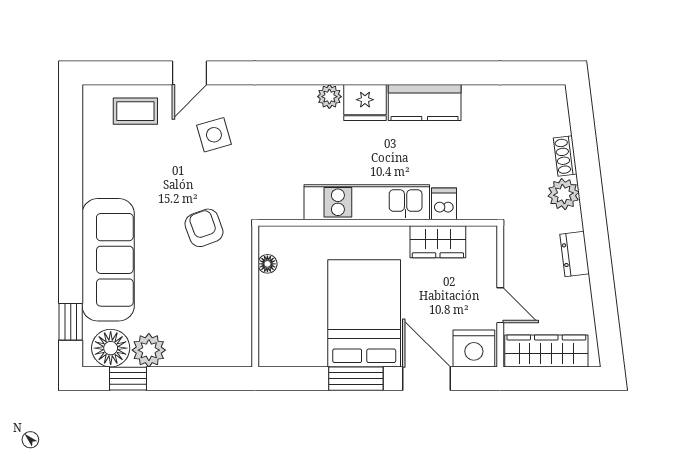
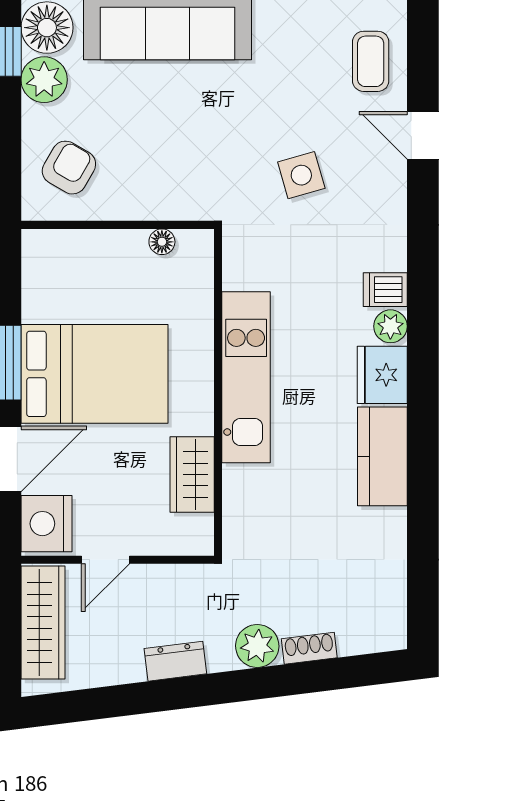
side table: (214, 135) -> (301, 175), moved
dishwasher: (444, 204) -> (385, 290), moved, turned 180
armchair: (204, 228) -> (69, 168), moved, turned -40

